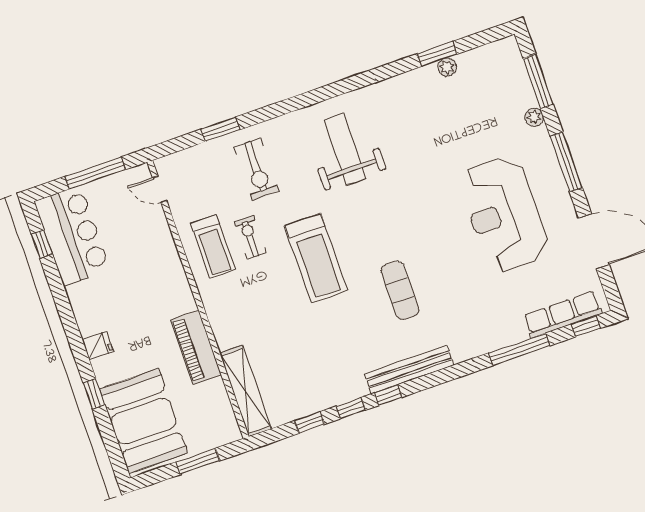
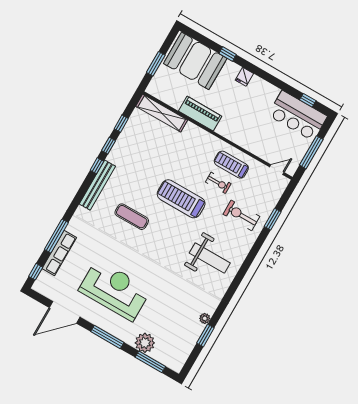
plant: (447, 67) -> (205, 318), moved
plant: (534, 117) -> (145, 343), width x1.87, depth x1.87
row of seats: (563, 314) -> (59, 253), moved

